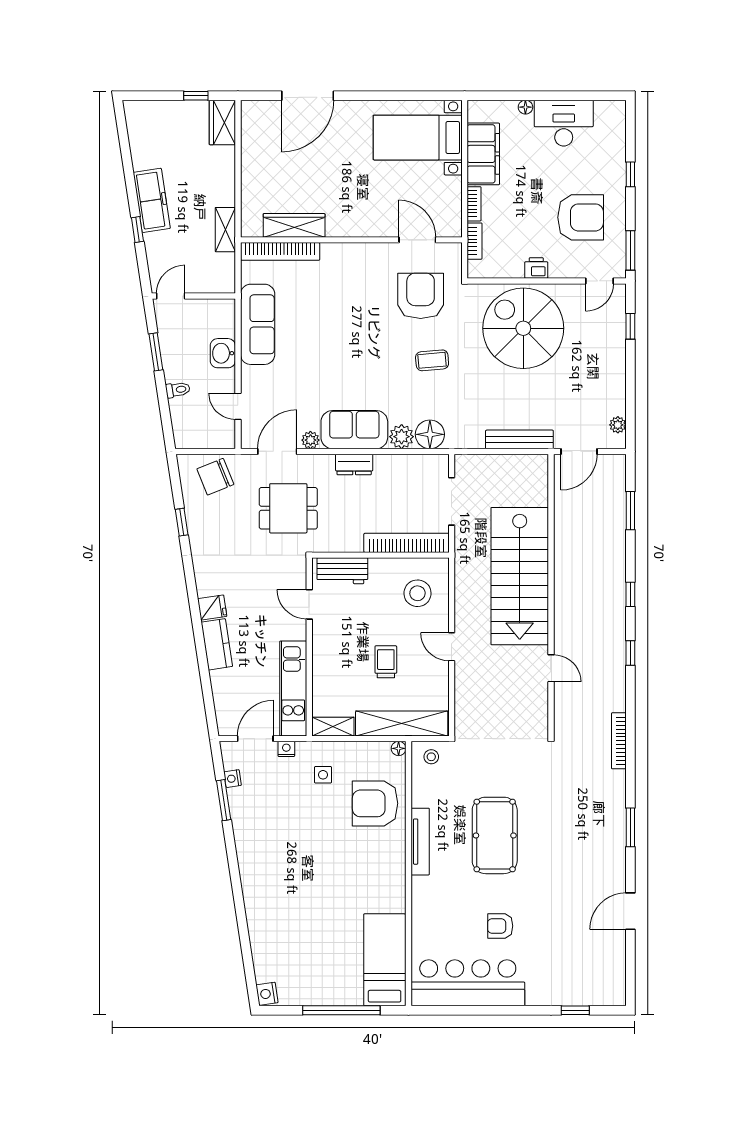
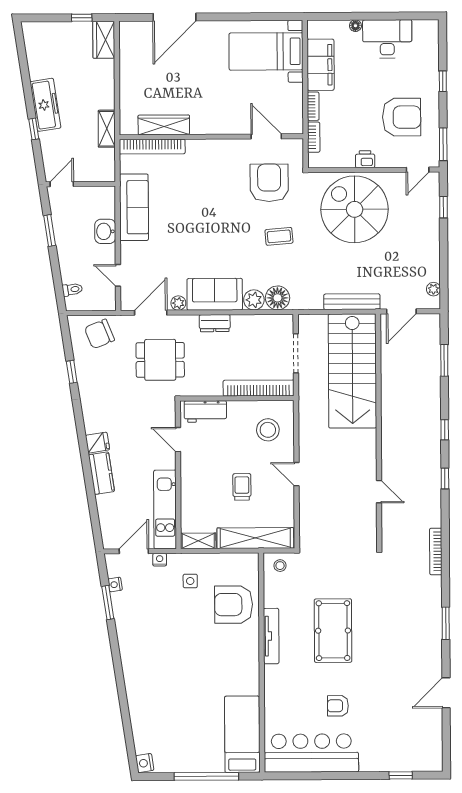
toilet: (178, 390) -> (72, 289), moved
stairs: (520, 576) -> (352, 371), moved
floor lamp: (399, 748) -> (253, 559), removed

